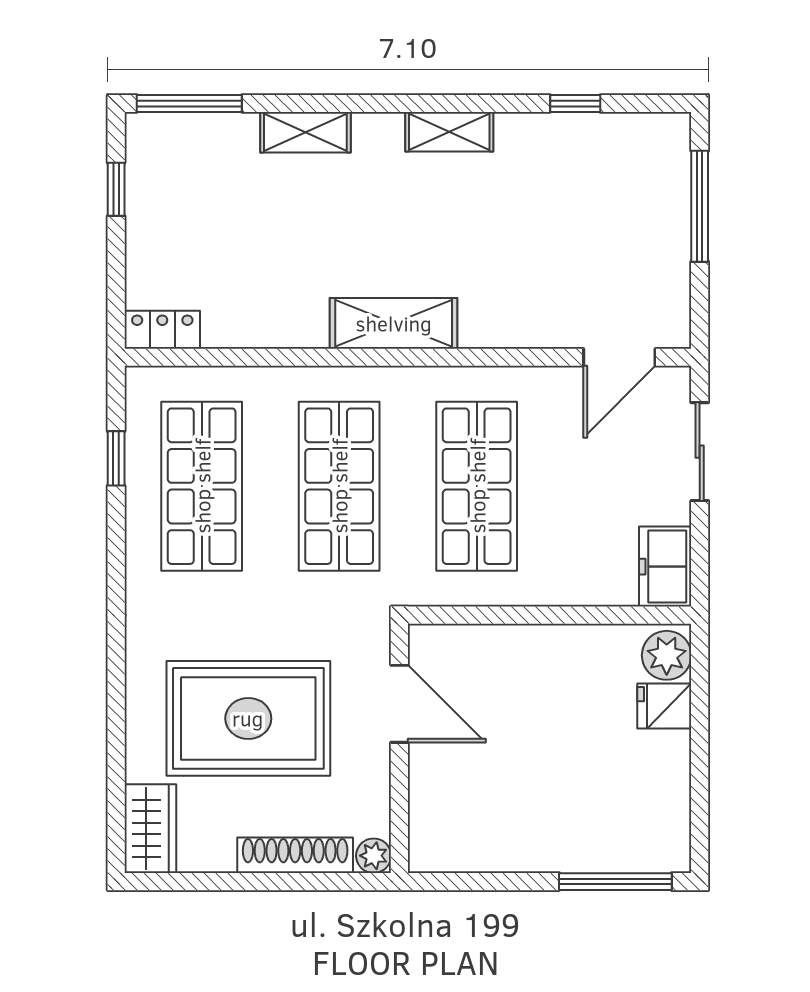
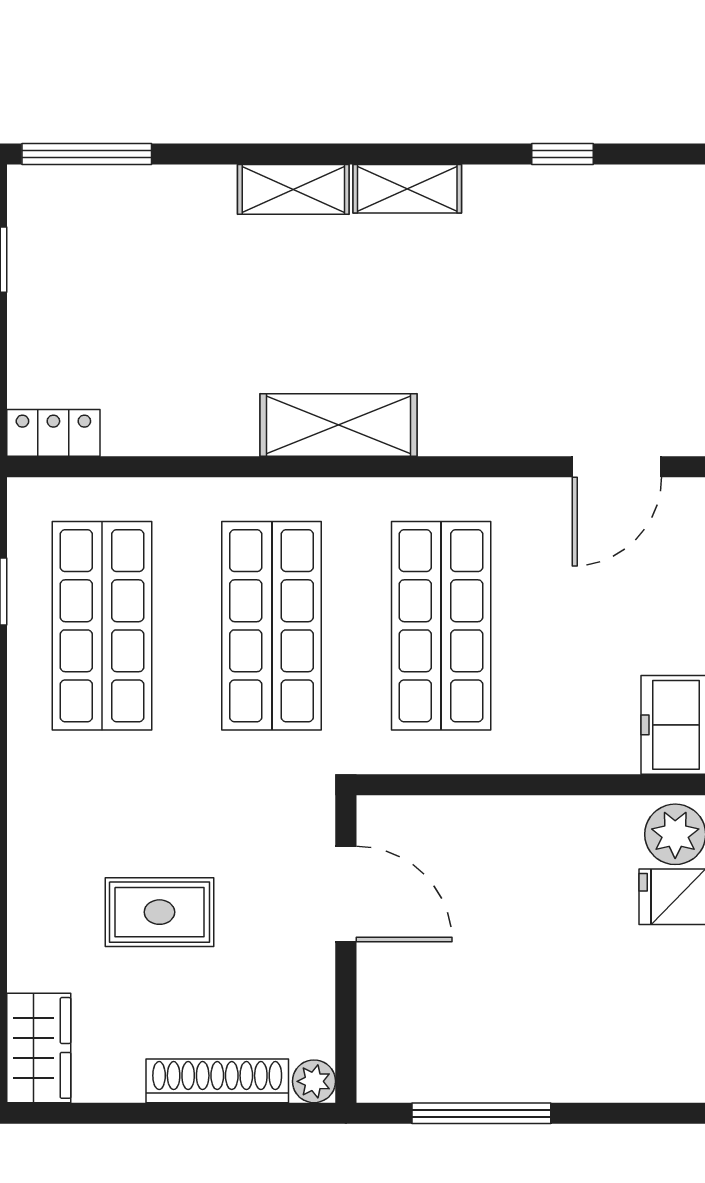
shelving: (305, 132) -> (293, 189), moved
rug: (248, 718) -> (159, 912), width x0.54, depth x0.49
window: (615, 882) -> (481, 1113), moved

